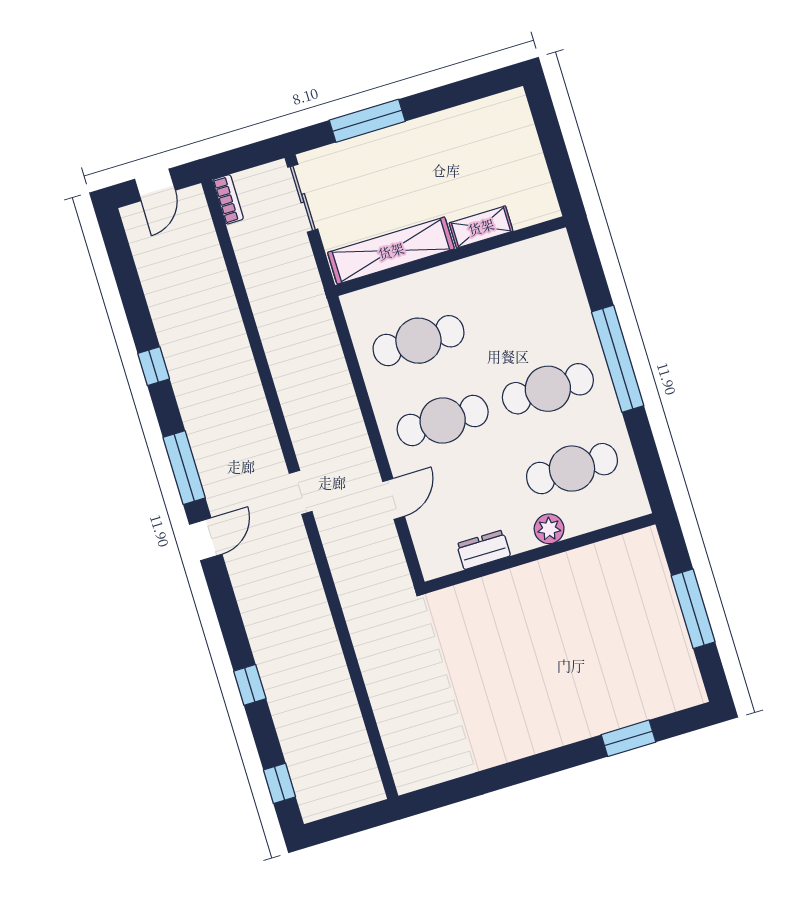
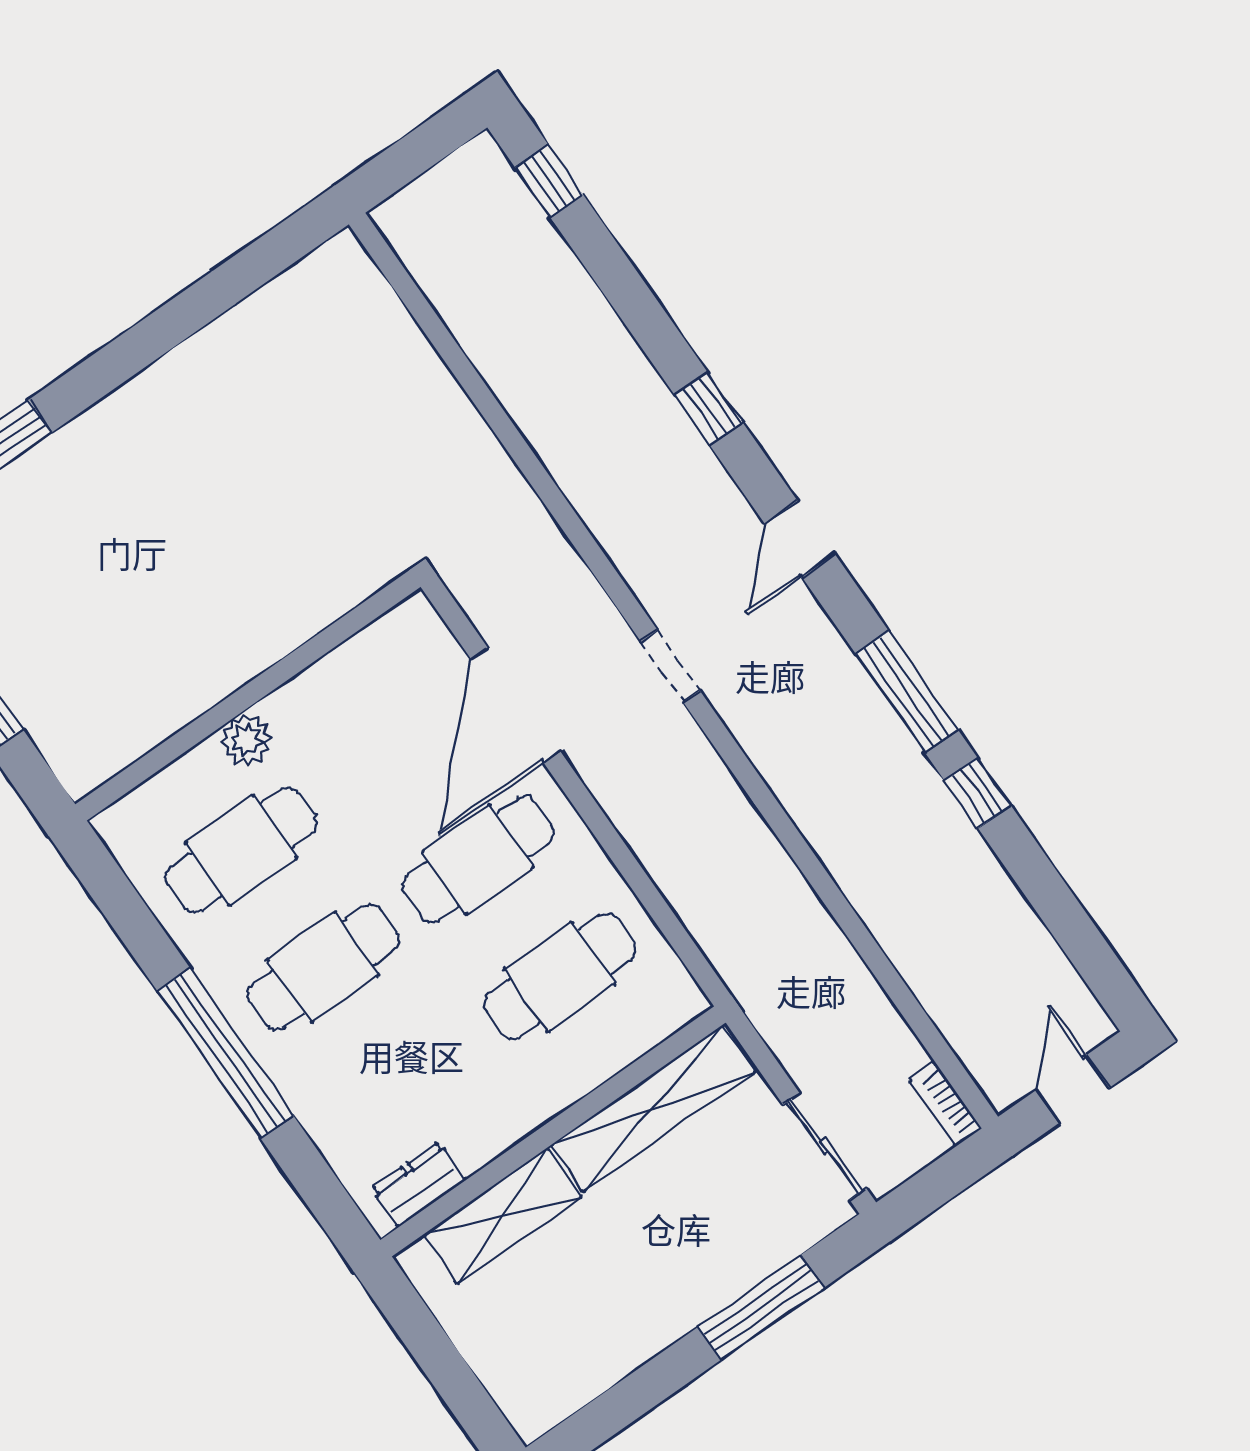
shelving: (481, 227) -> (502, 1216), width x1.50, depth x1.33
window: (184, 468) -> (907, 692), moved
door: (394, 499) -> (516, 705), width x1.88
dresser: (483, 550) -> (419, 1185), moved, turned 180
window: (250, 685) -> (709, 409), moved

